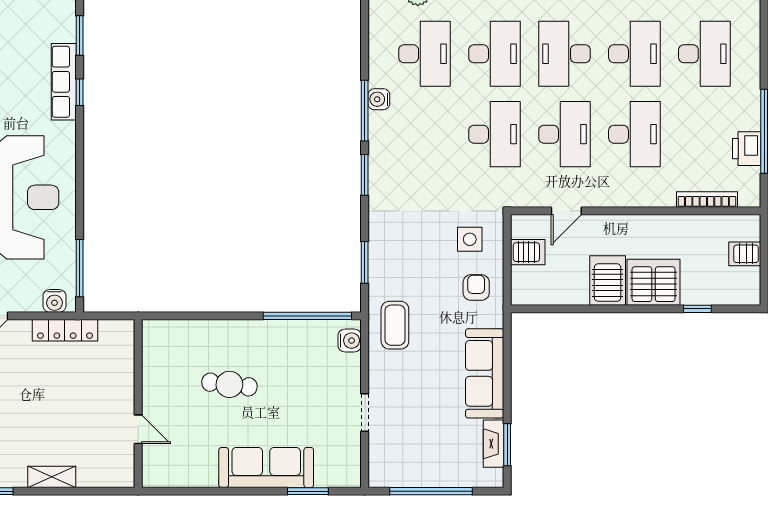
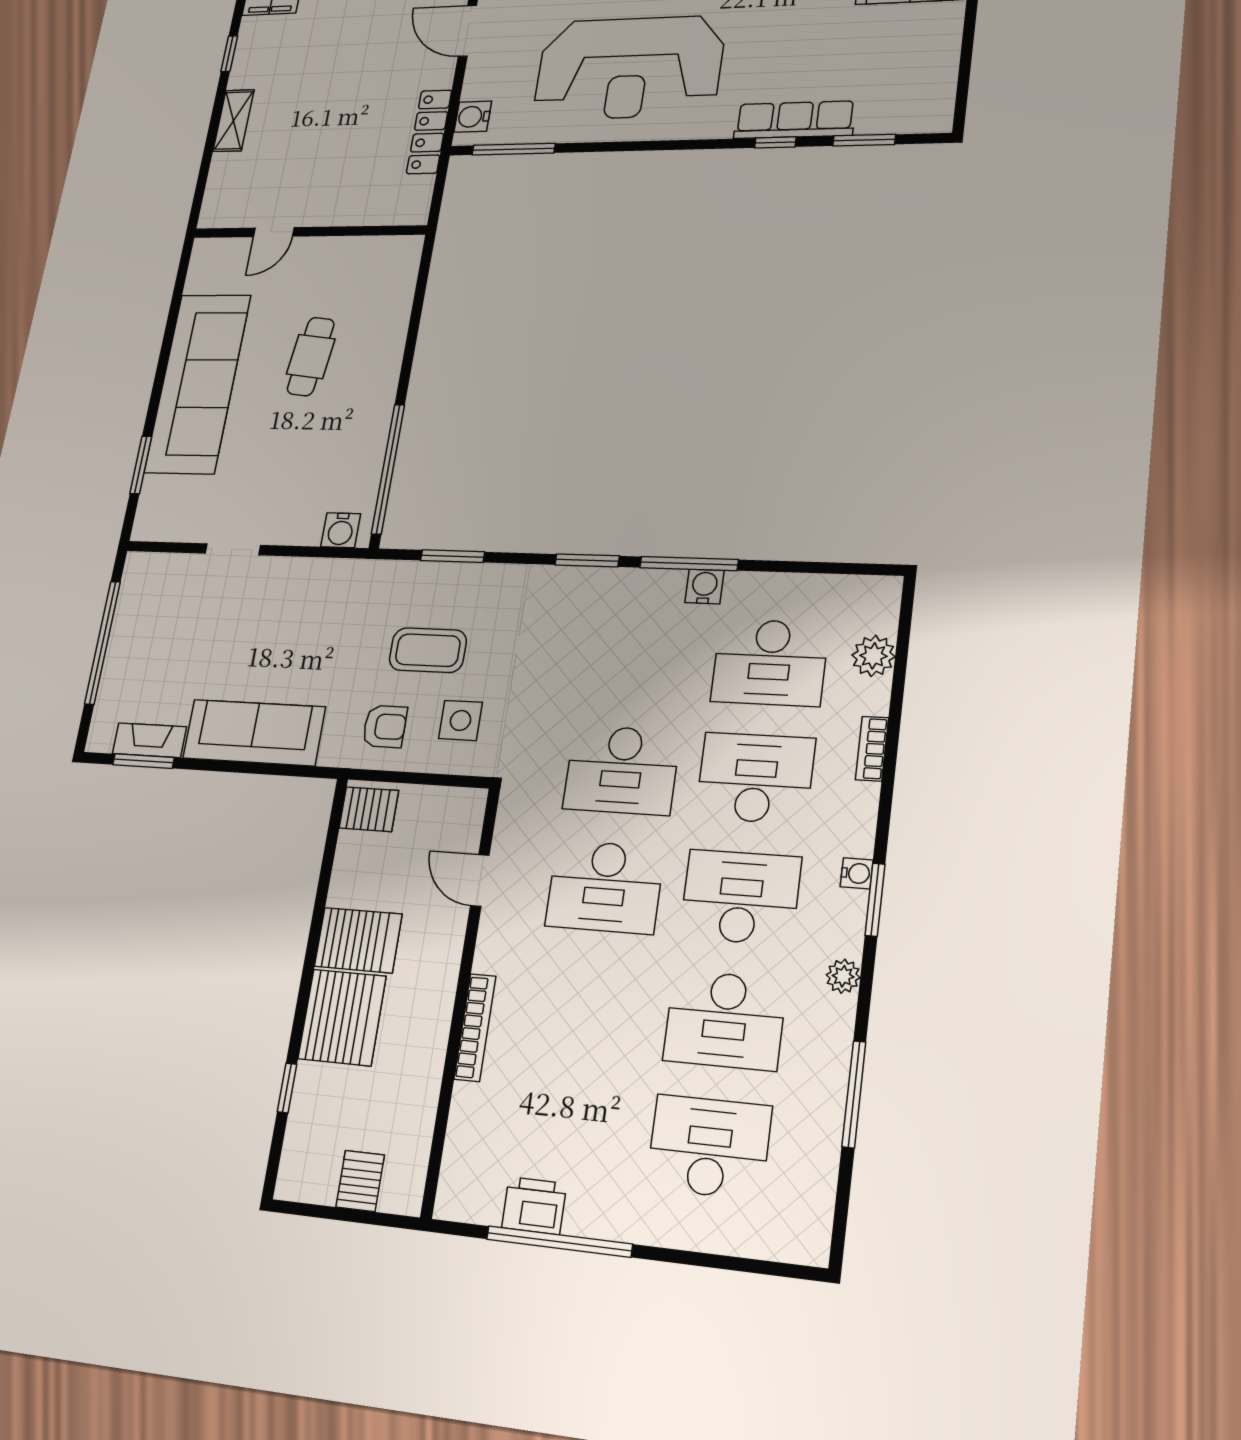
desk: (494, 54) -> (755, 778), turned 180
desk: (704, 54) -> (709, 1147), turned 180
desk: (634, 134) -> (588, 1007), removed
bookcase: (707, 199) -> (475, 1028), moved
server rack: (528, 252) -> (369, 809), moved, turned -90
coffee table: (395, 325) -> (428, 650), moved
sofa: (266, 467) -> (198, 383), width x1.36, depth x1.27

